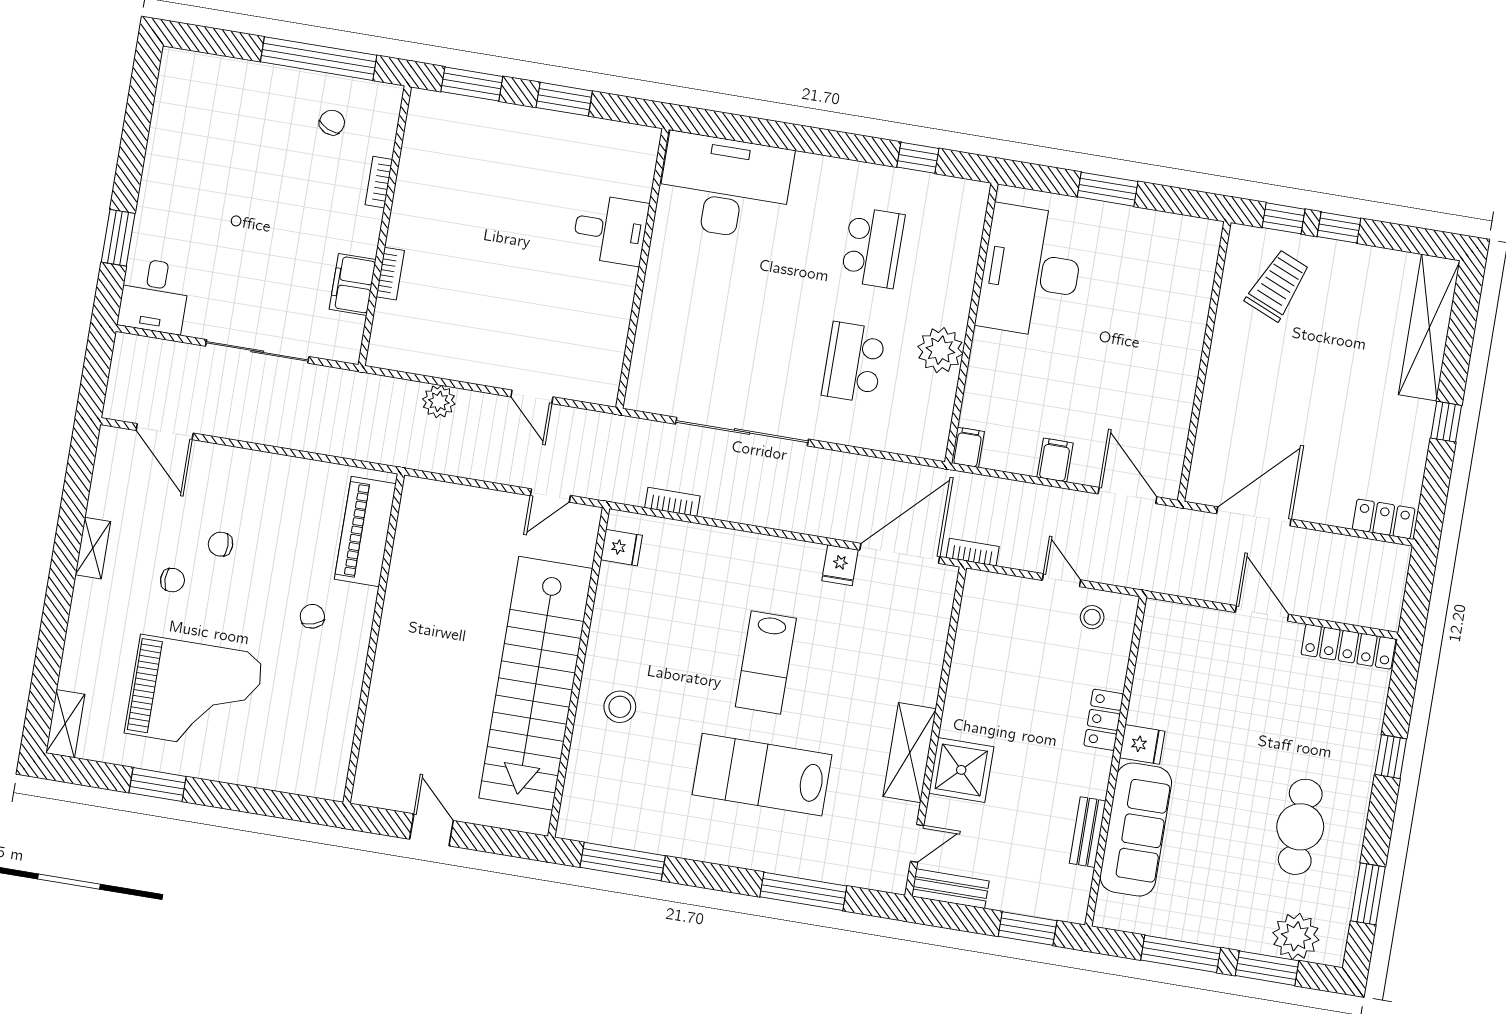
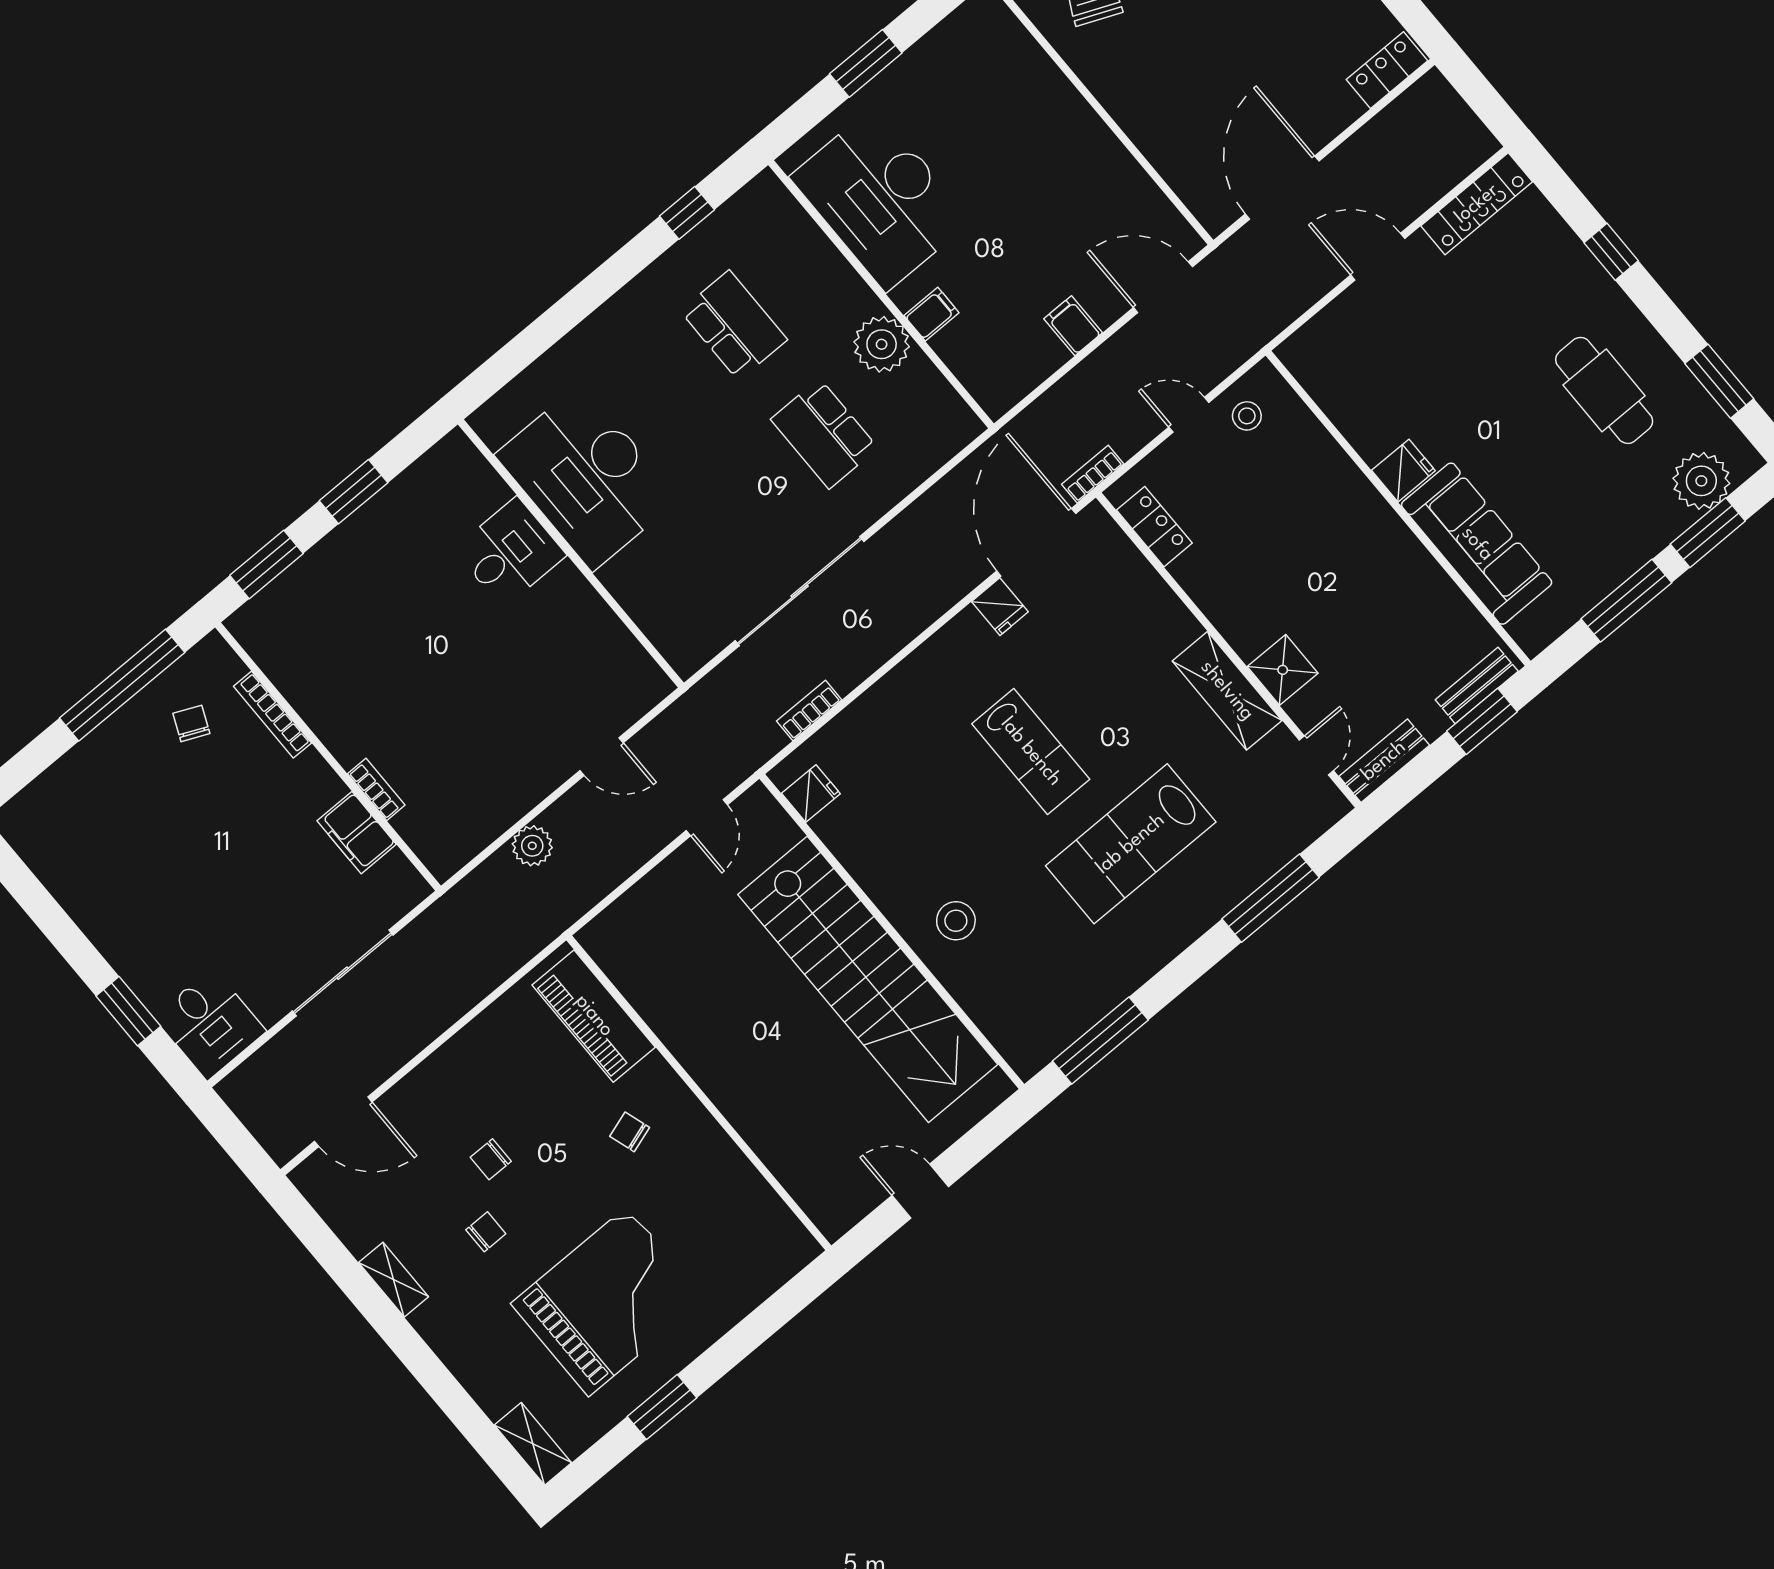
bookcase: (379, 182) -> (272, 715), width x1.56
desk: (725, 187) -> (587, 477), moved, turned -90
filing cabinet: (968, 447) -> (932, 314), moved, turned 90
locker: (1104, 720) -> (1154, 527), moved, turned 180
shower: (961, 770) -> (1283, 670), width x0.73, depth x0.73
bench: (1088, 832) -> (1477, 685), moved, turned 90

